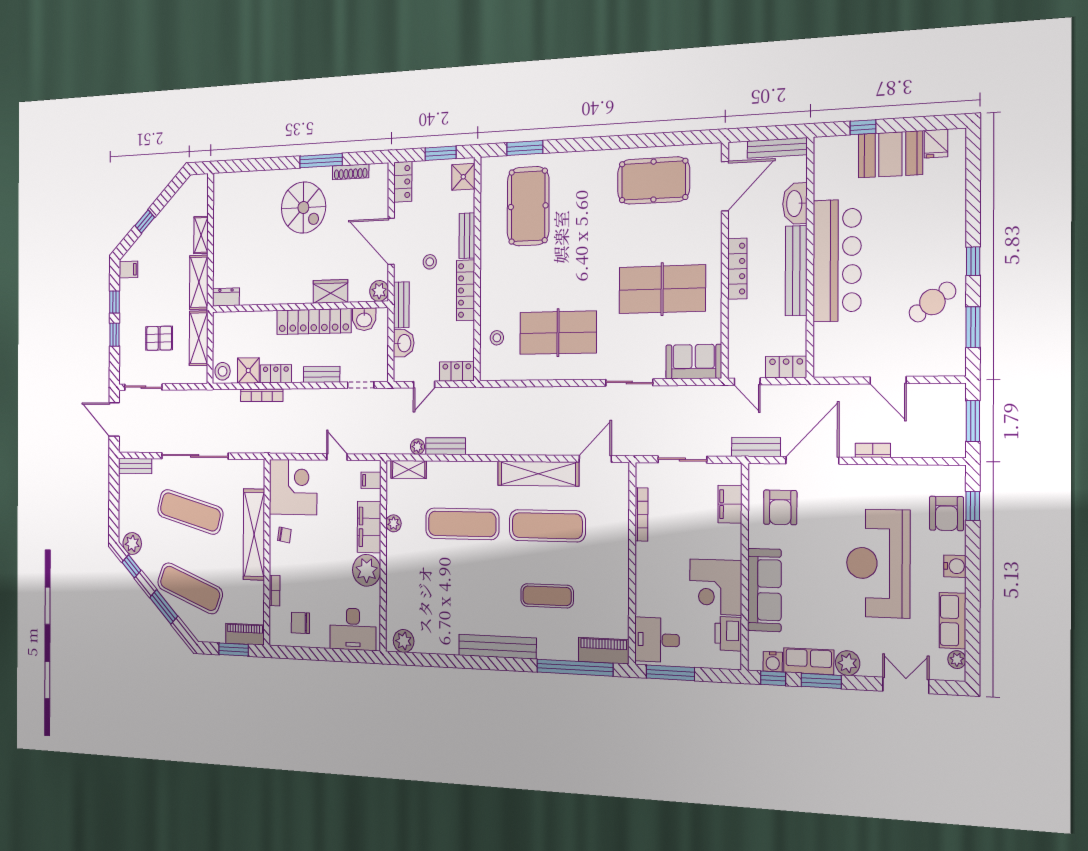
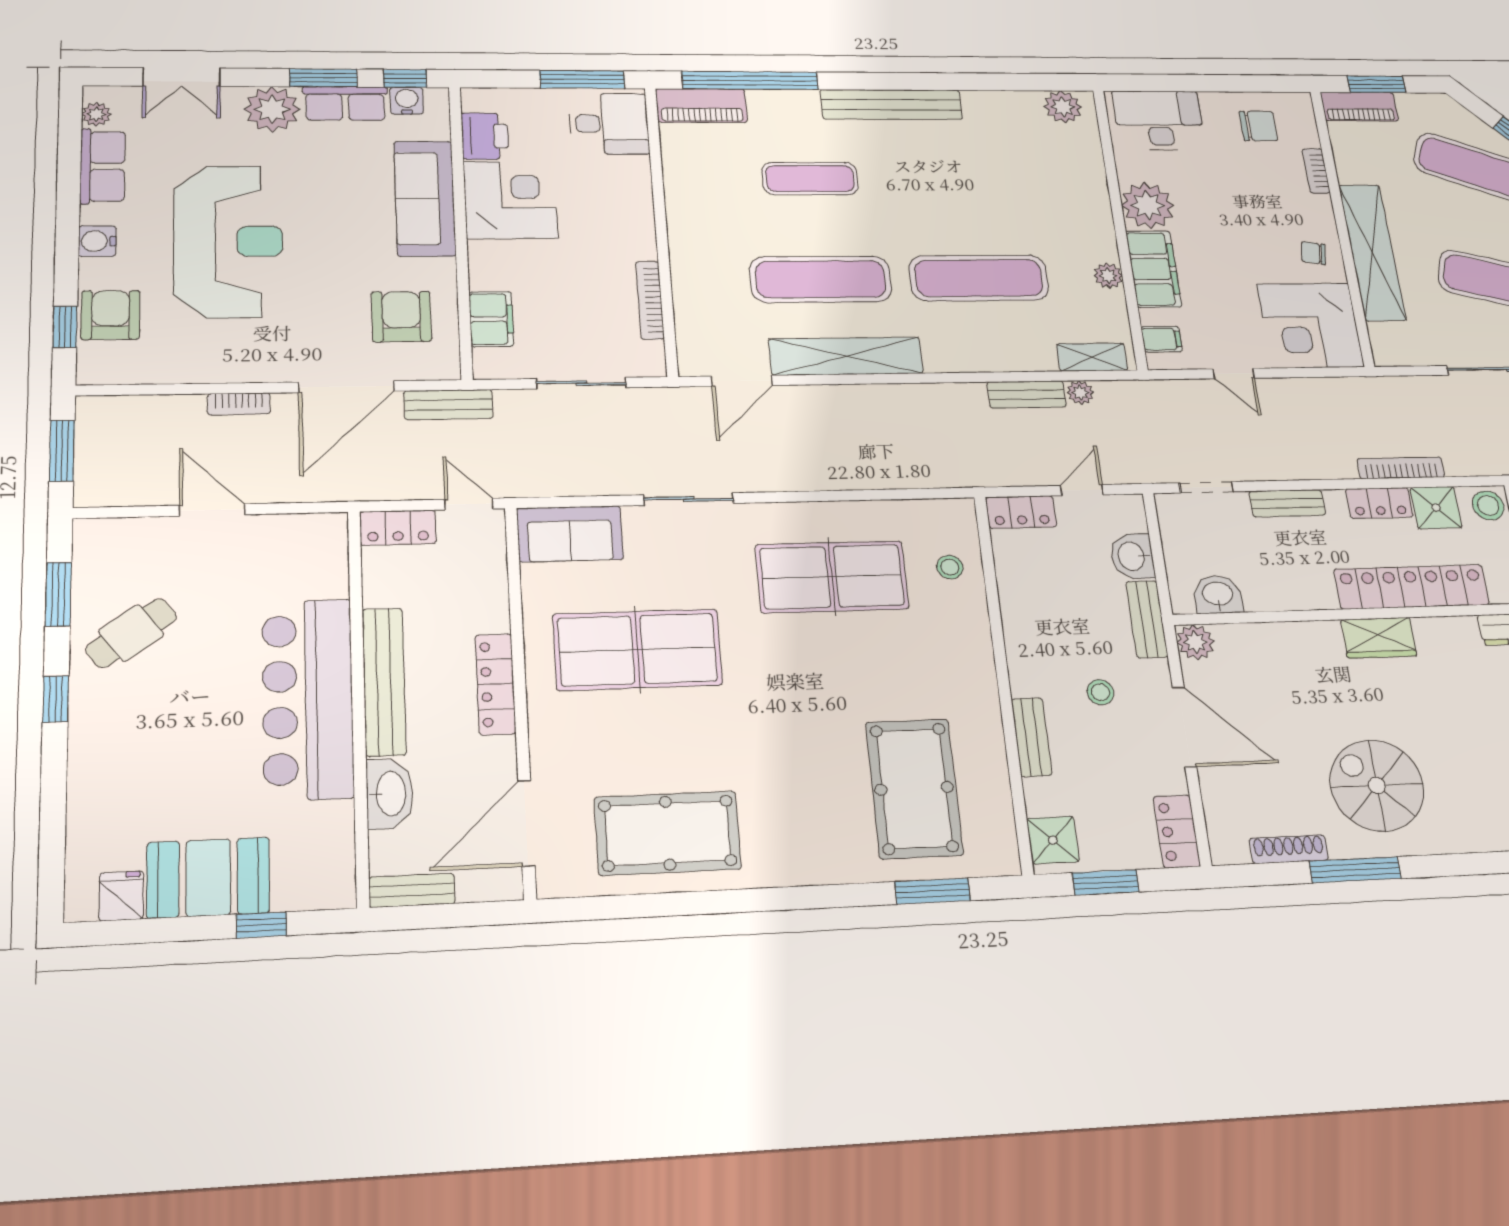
bench: (777, 148) -> (412, 890), width x0.73
locker: (466, 290) -> (1022, 644), removed
wardrobe: (330, 291) -> (1379, 638), moved
locker: (314, 322) -> (1412, 587), moved
plant: (848, 663) -> (272, 109), width x1.36, depth x1.36

